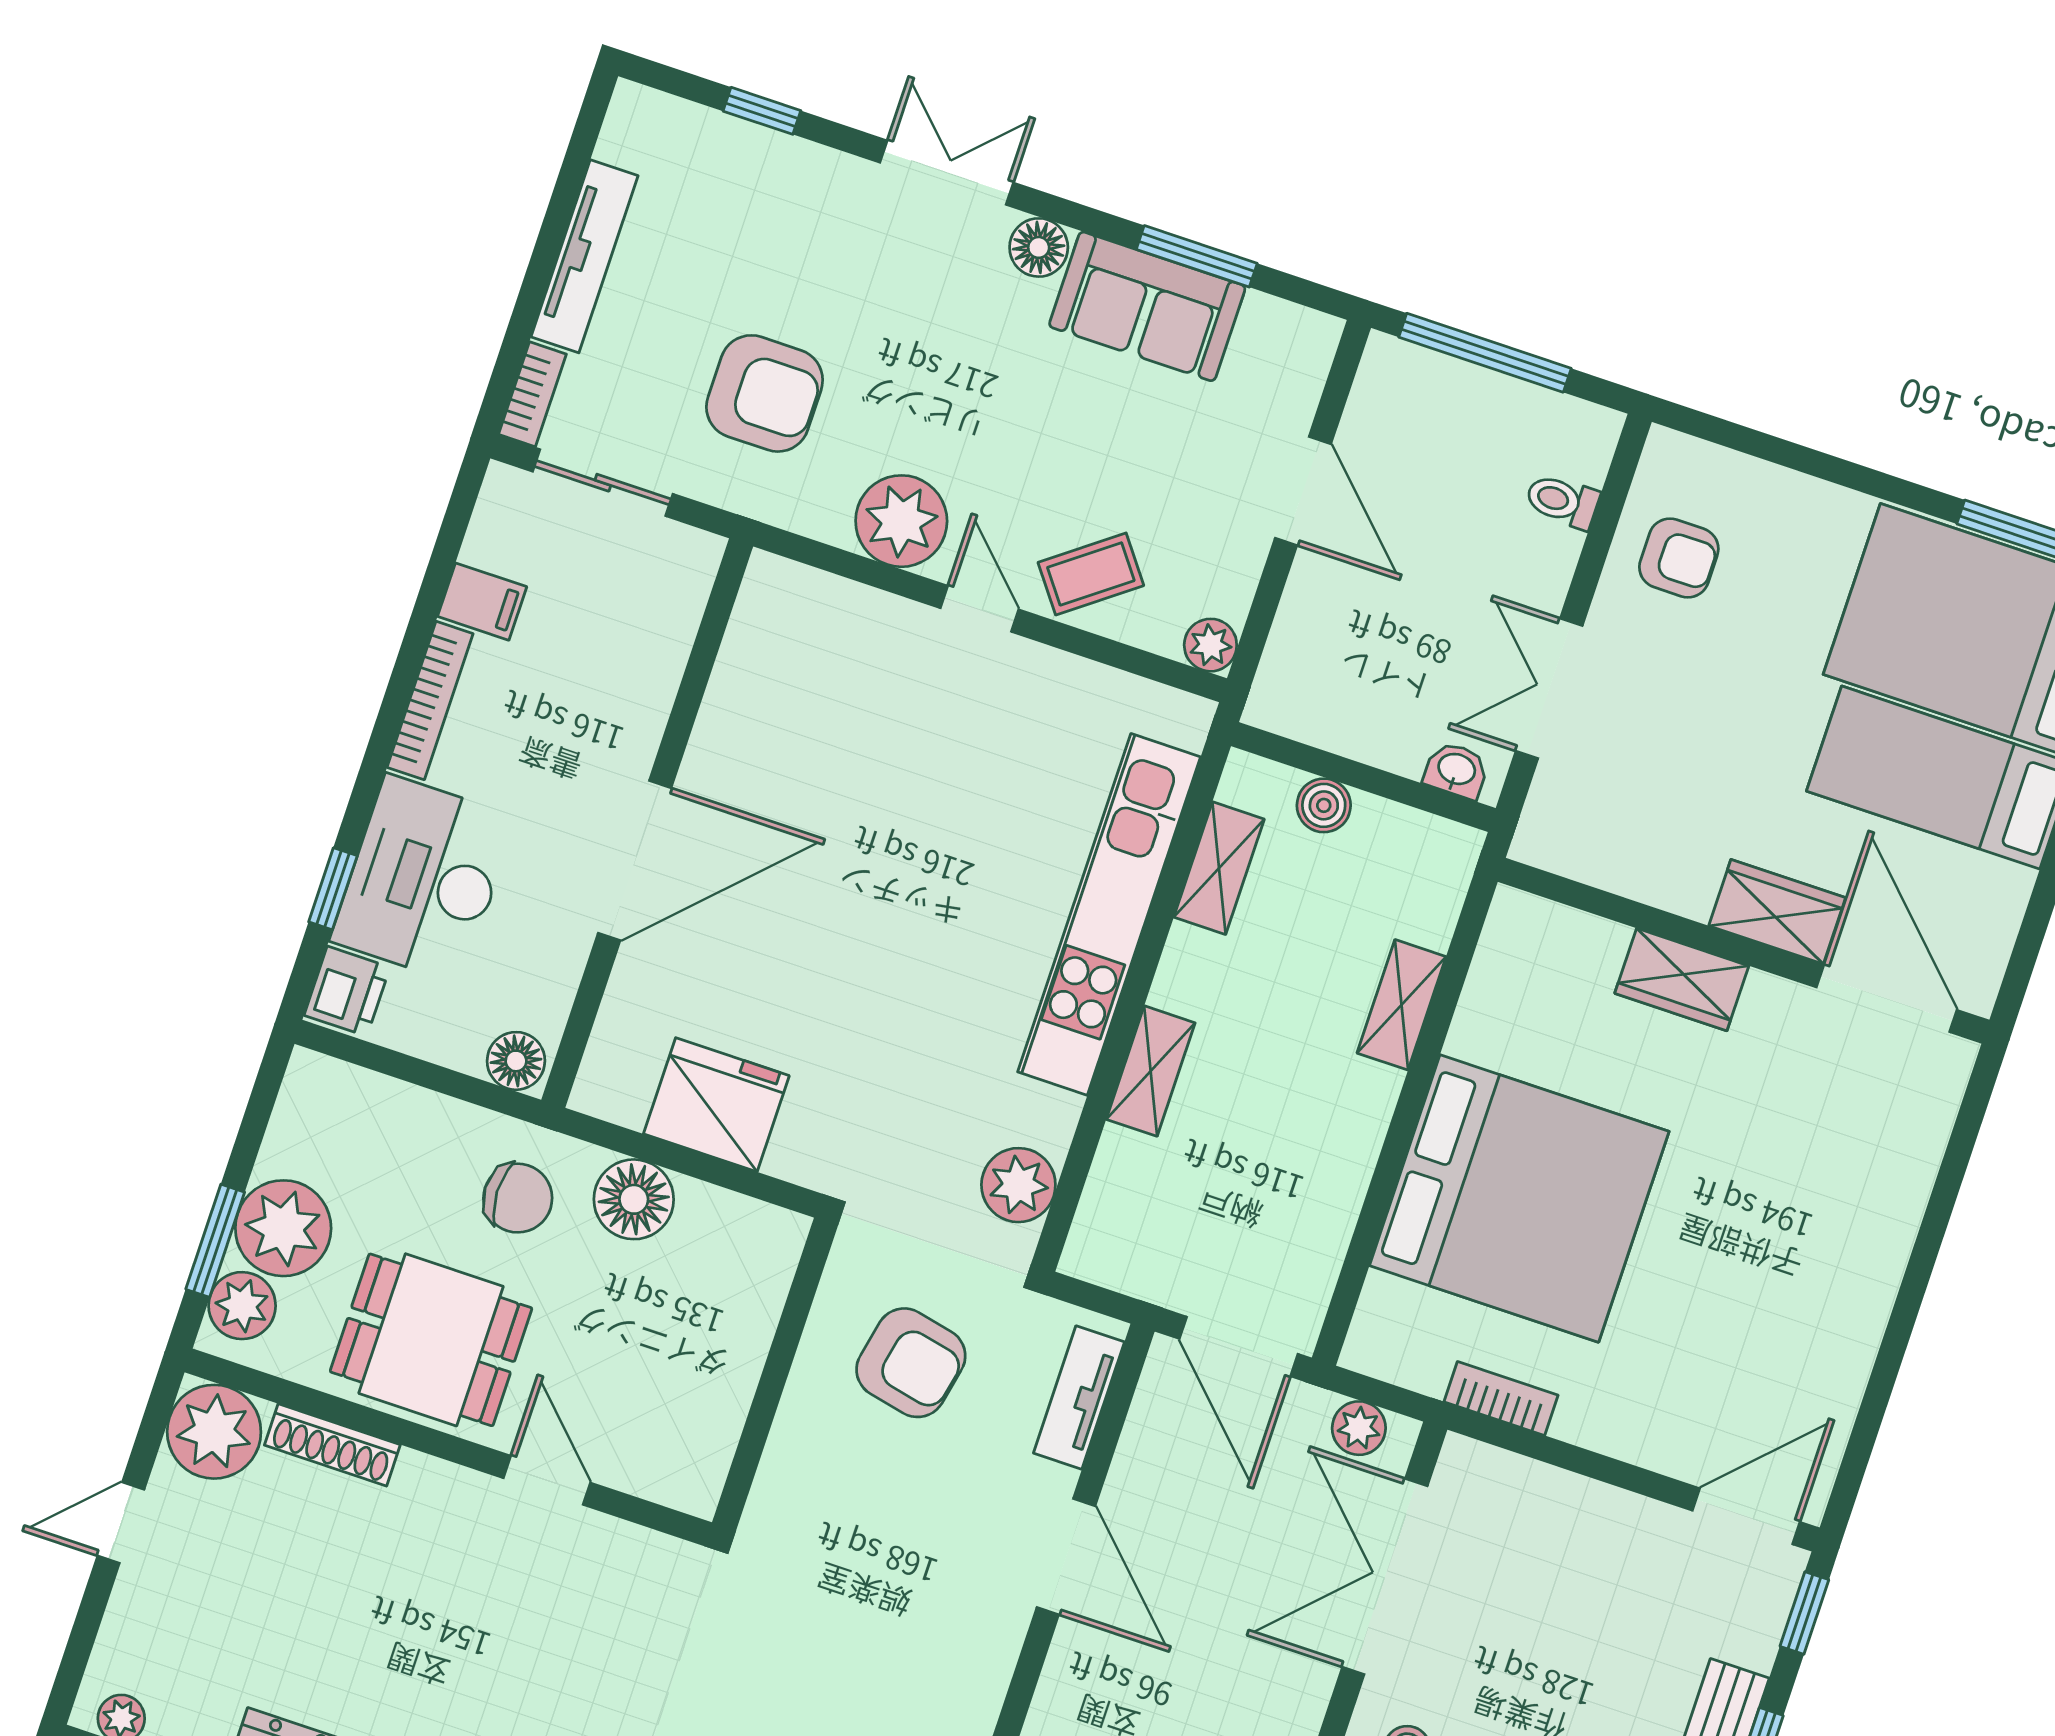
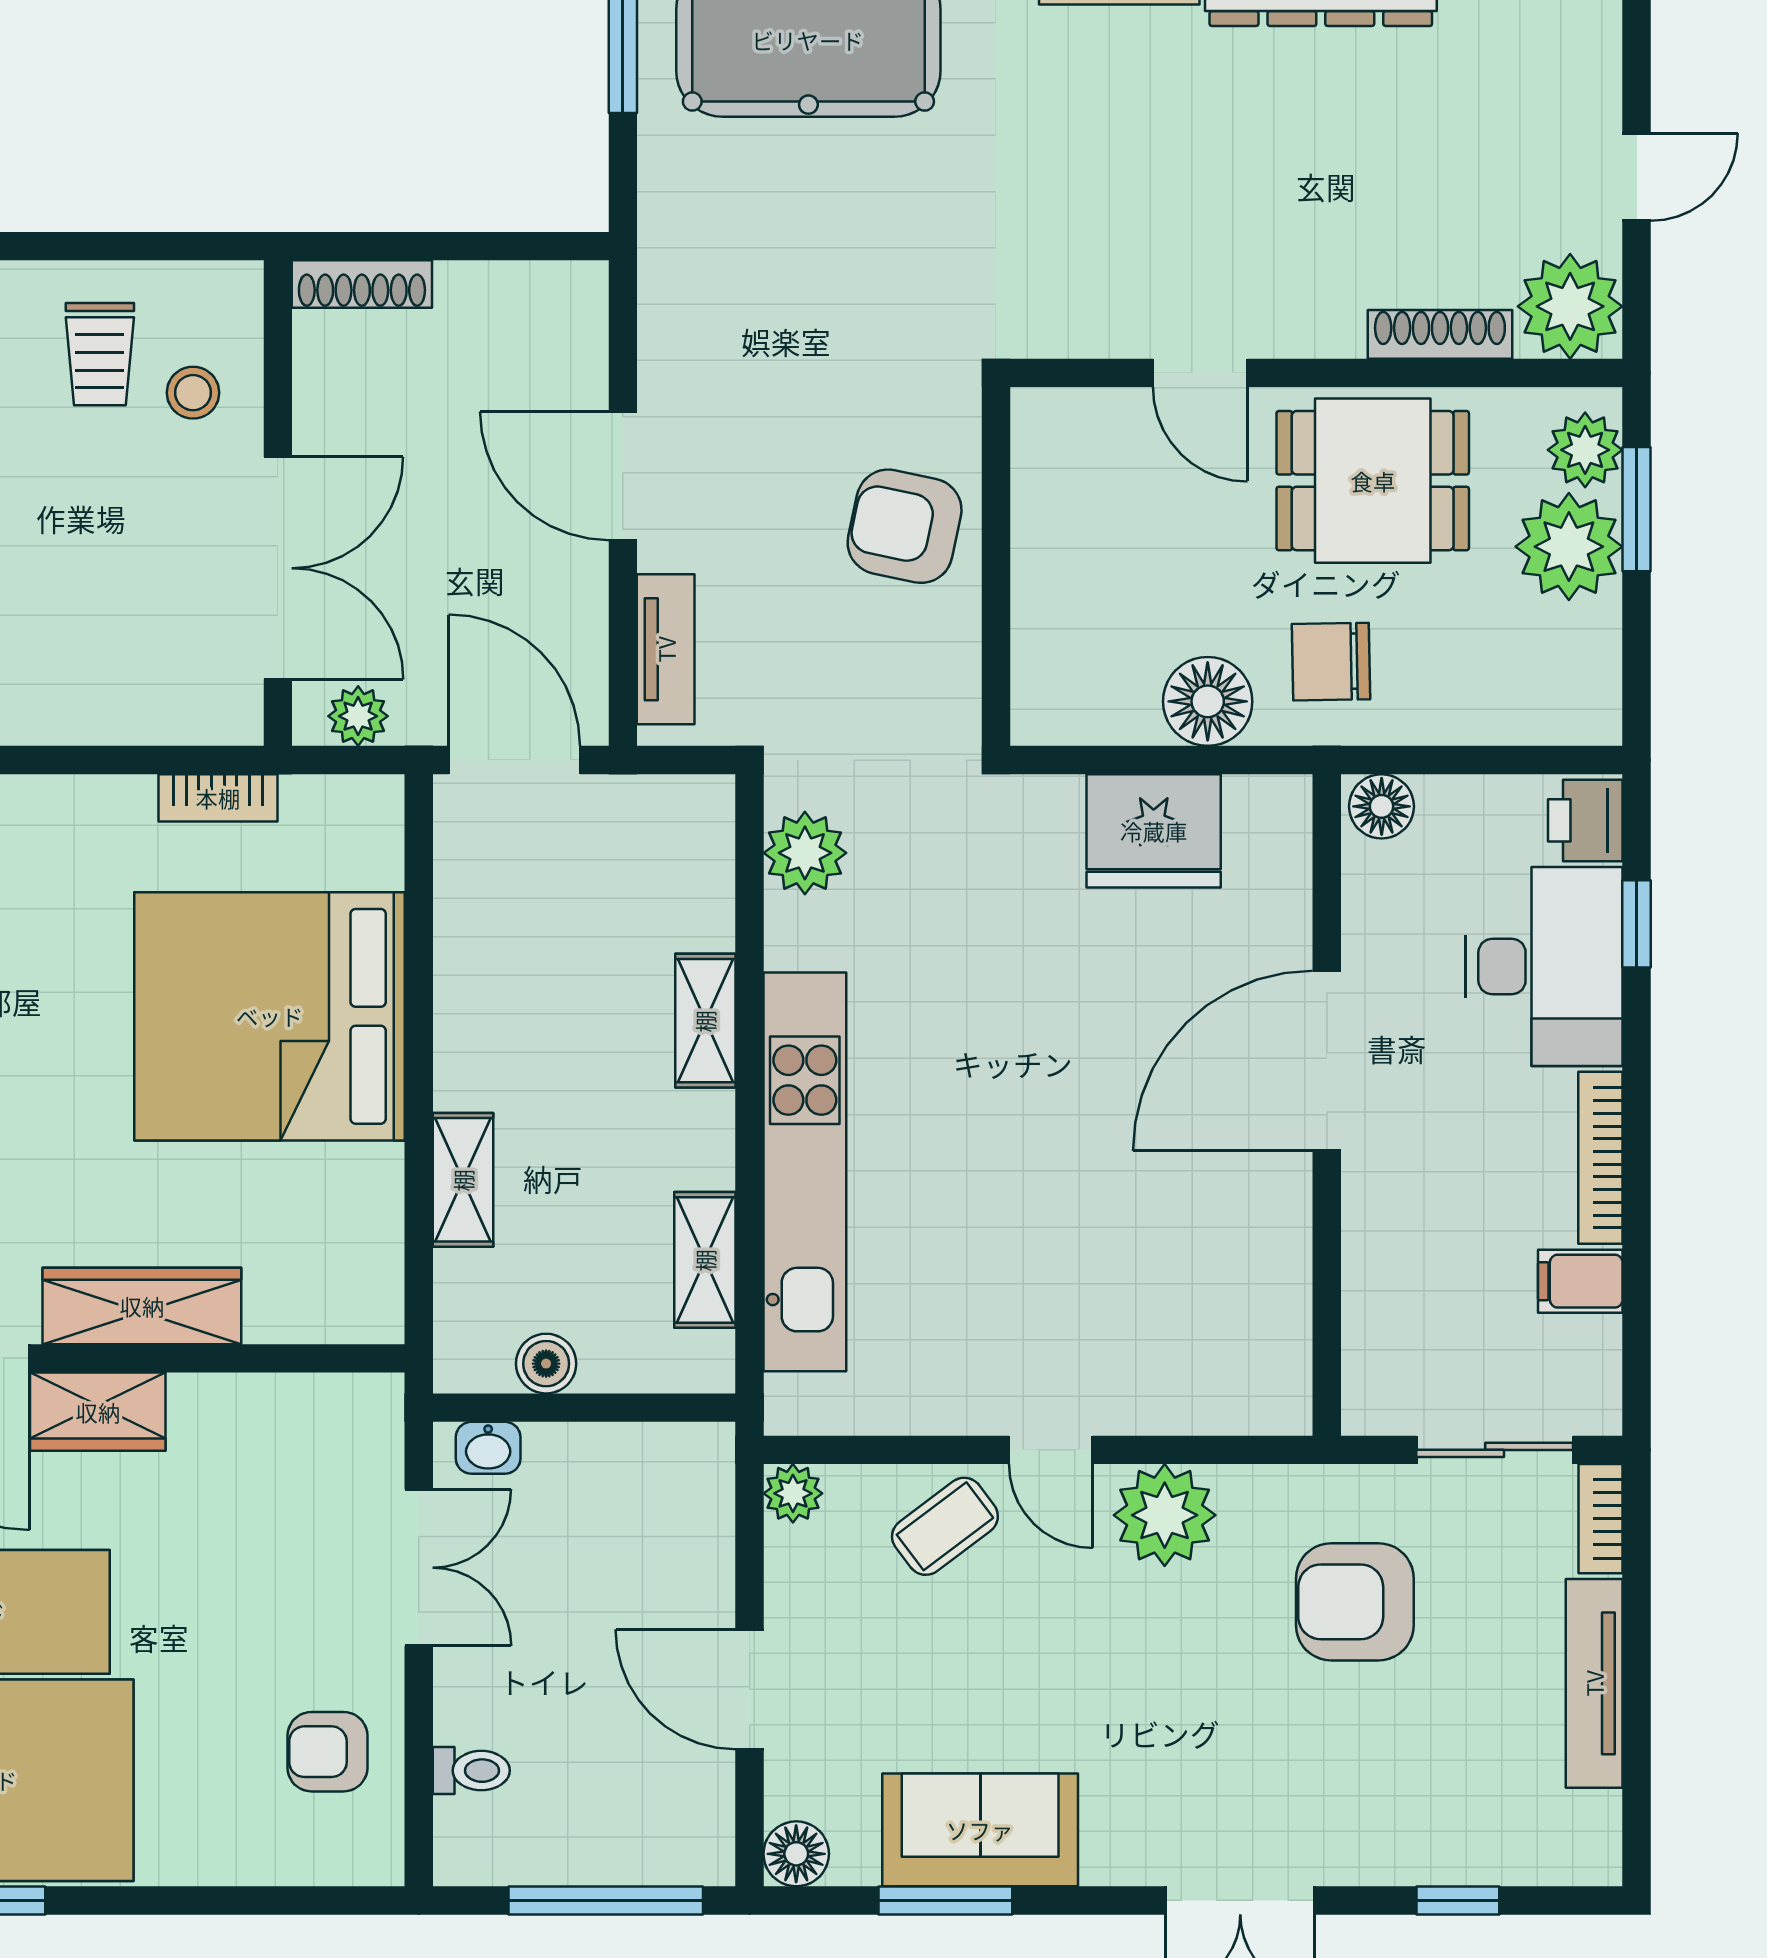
floor lamp: (1039, 247) -> (796, 1854), moved
boiler: (1324, 805) -> (546, 1364), moved
wardrobe: (1682, 980) -> (142, 1306), width x1.50
armchair: (911, 1363) -> (905, 526), moved

